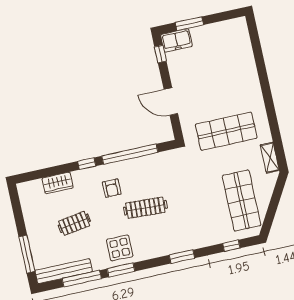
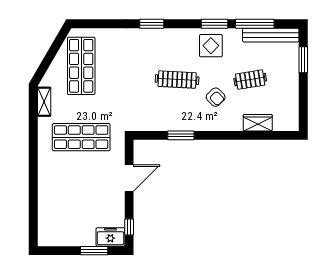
door: (171, 101) -> (129, 178), hinge flipped
window: (130, 154) -> (181, 135), width x0.47
window: (87, 164) -> (225, 135), removed
armchair: (112, 188) -> (216, 97), moved, turned 136
window: (231, 246) -> (101, 24), removed
window: (27, 254) -> (303, 60), width x0.69

